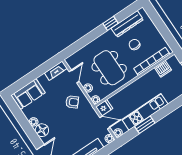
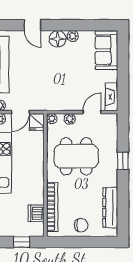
window: (111, 23) -> (123, 161), moved
chair: (134, 45) -> (81, 225), moved
door: (74, 77) -> (92, 112), swing flipped
armchair: (72, 102) -> (66, 92), removed

